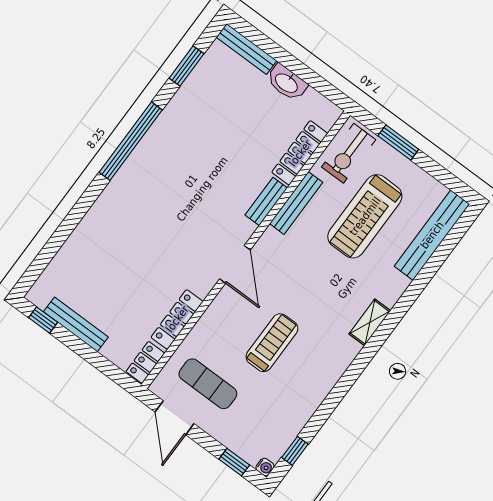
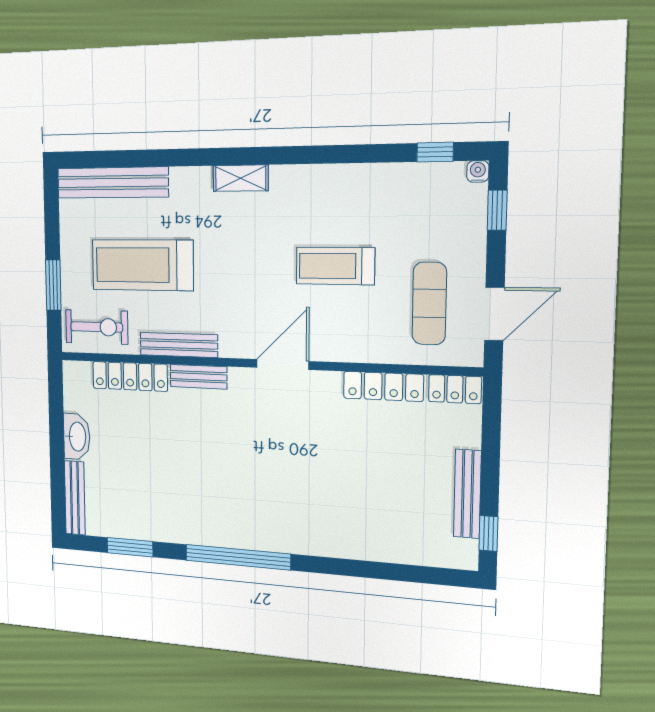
treadmill: (365, 216) -> (142, 265), turned 180

